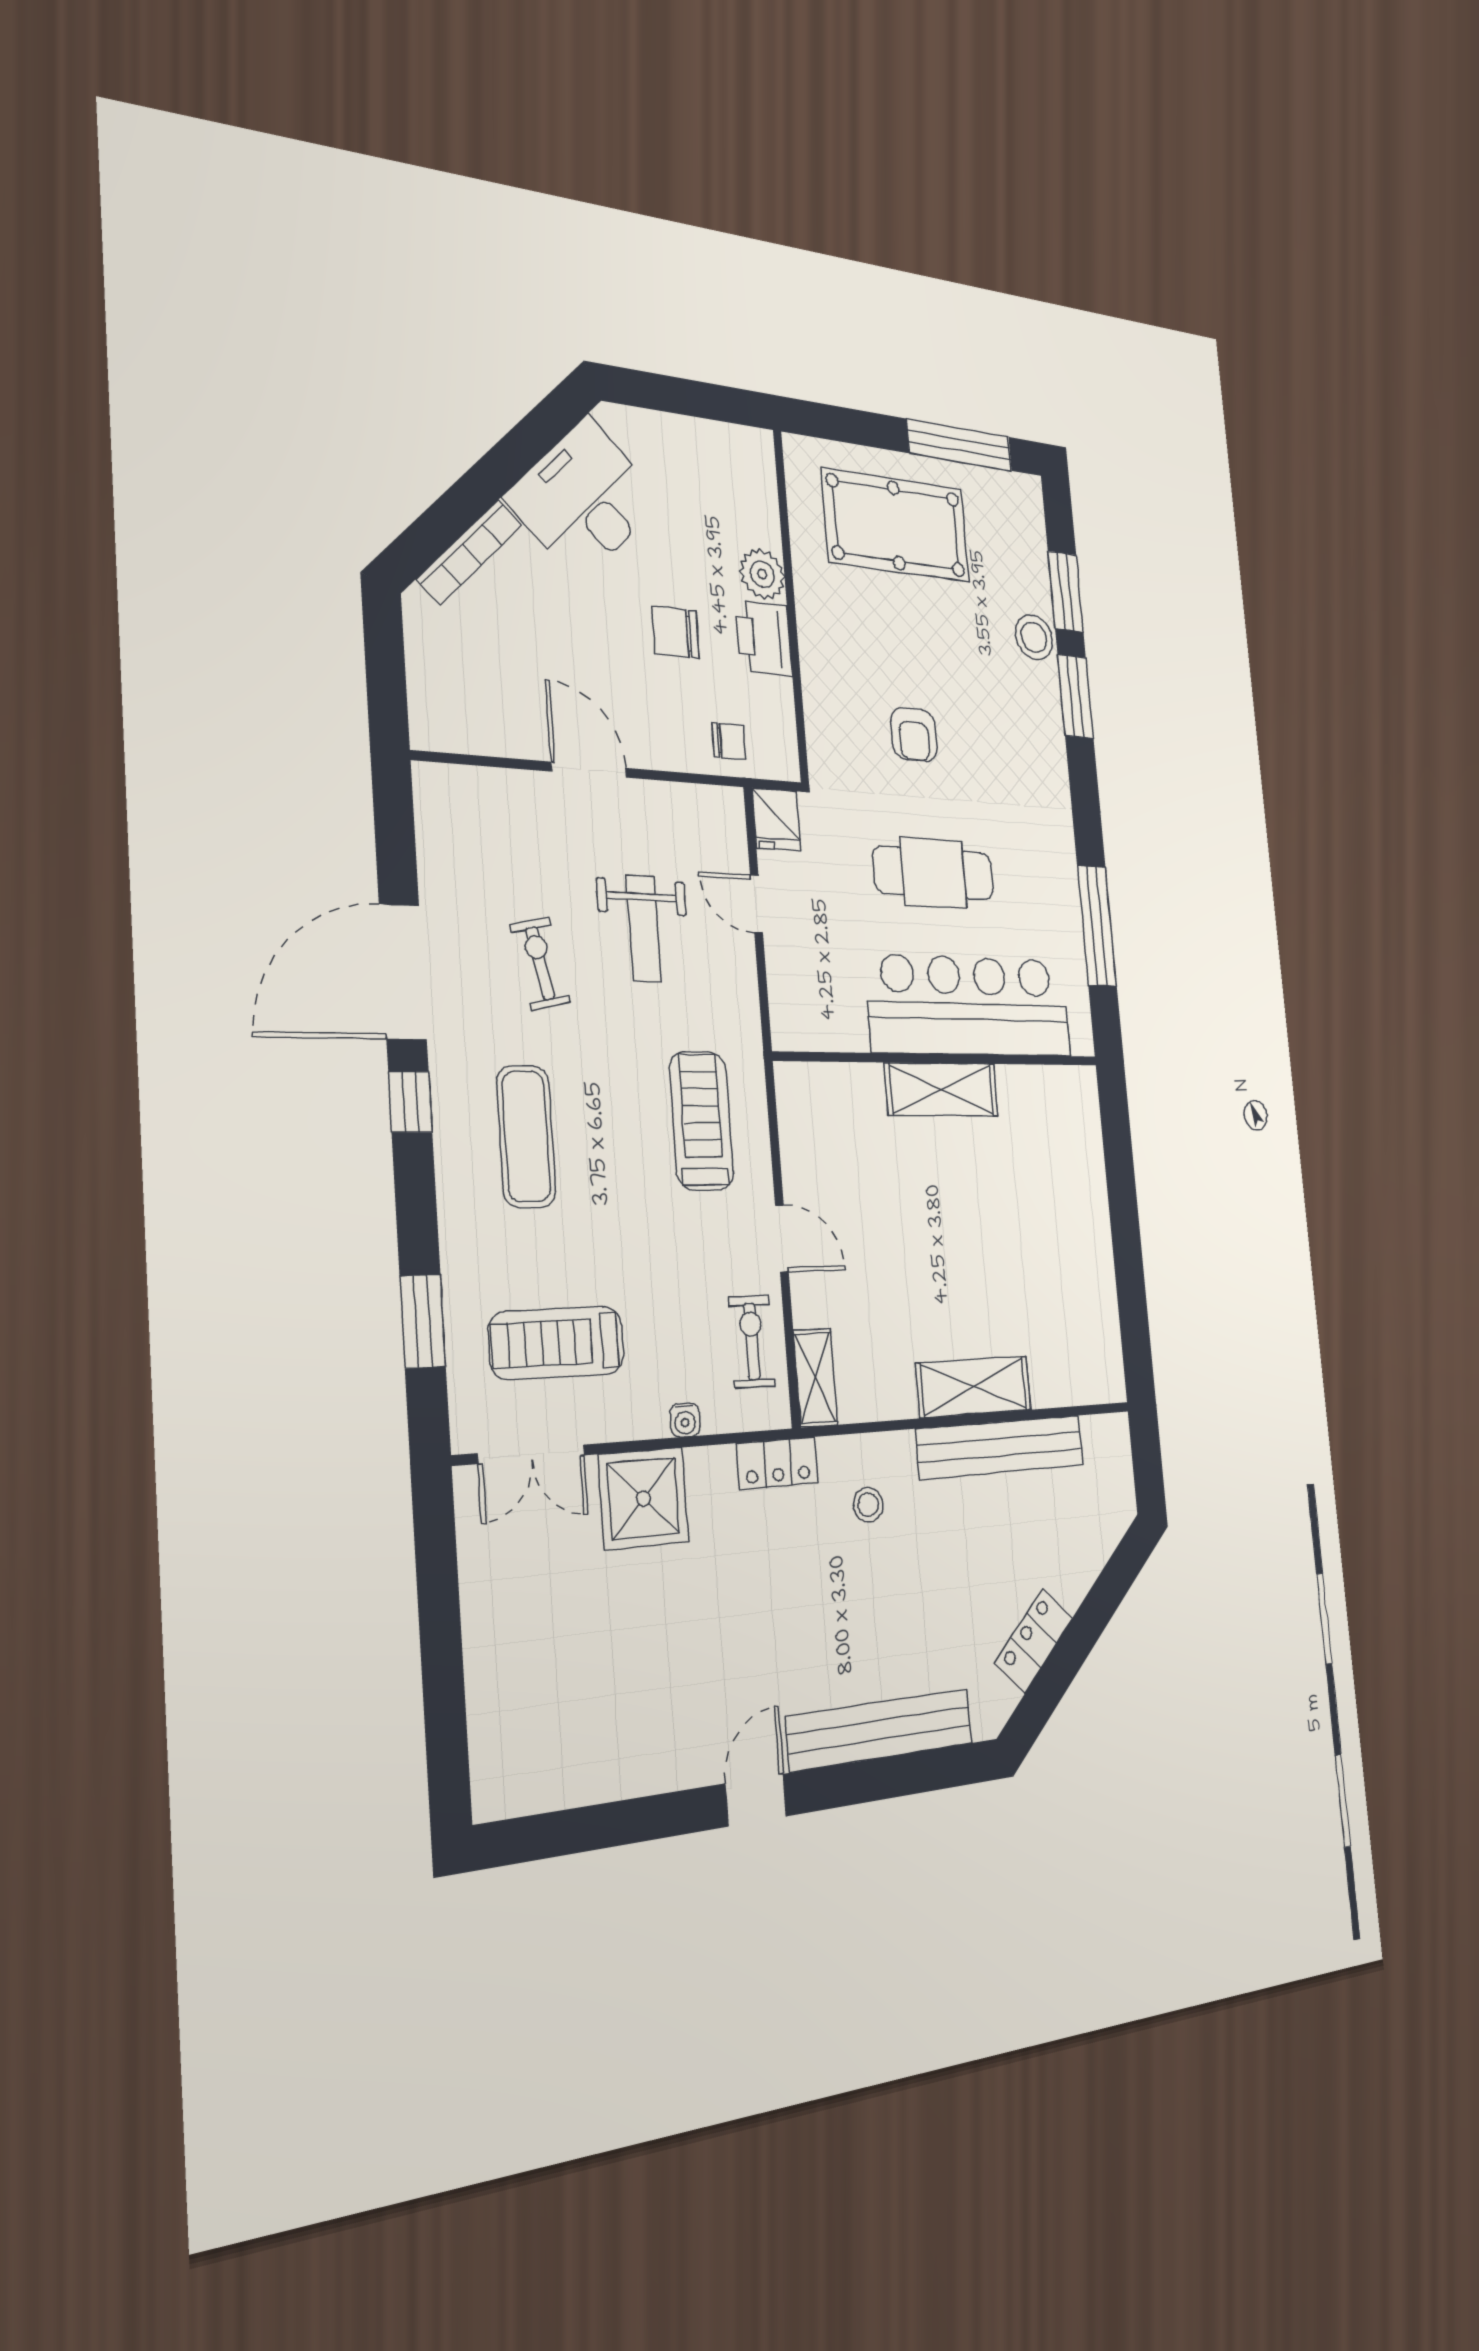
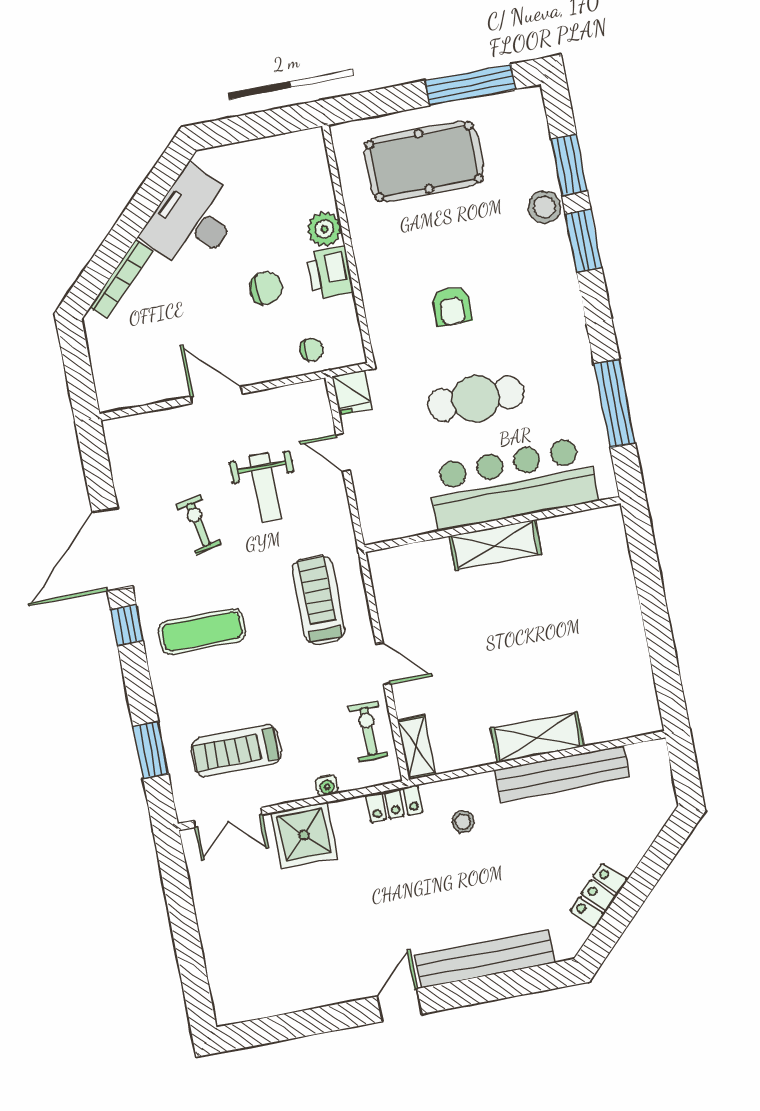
chair: (676, 632) -> (266, 288), turned 180
exercise mat: (526, 1136) -> (202, 632), turned 90

